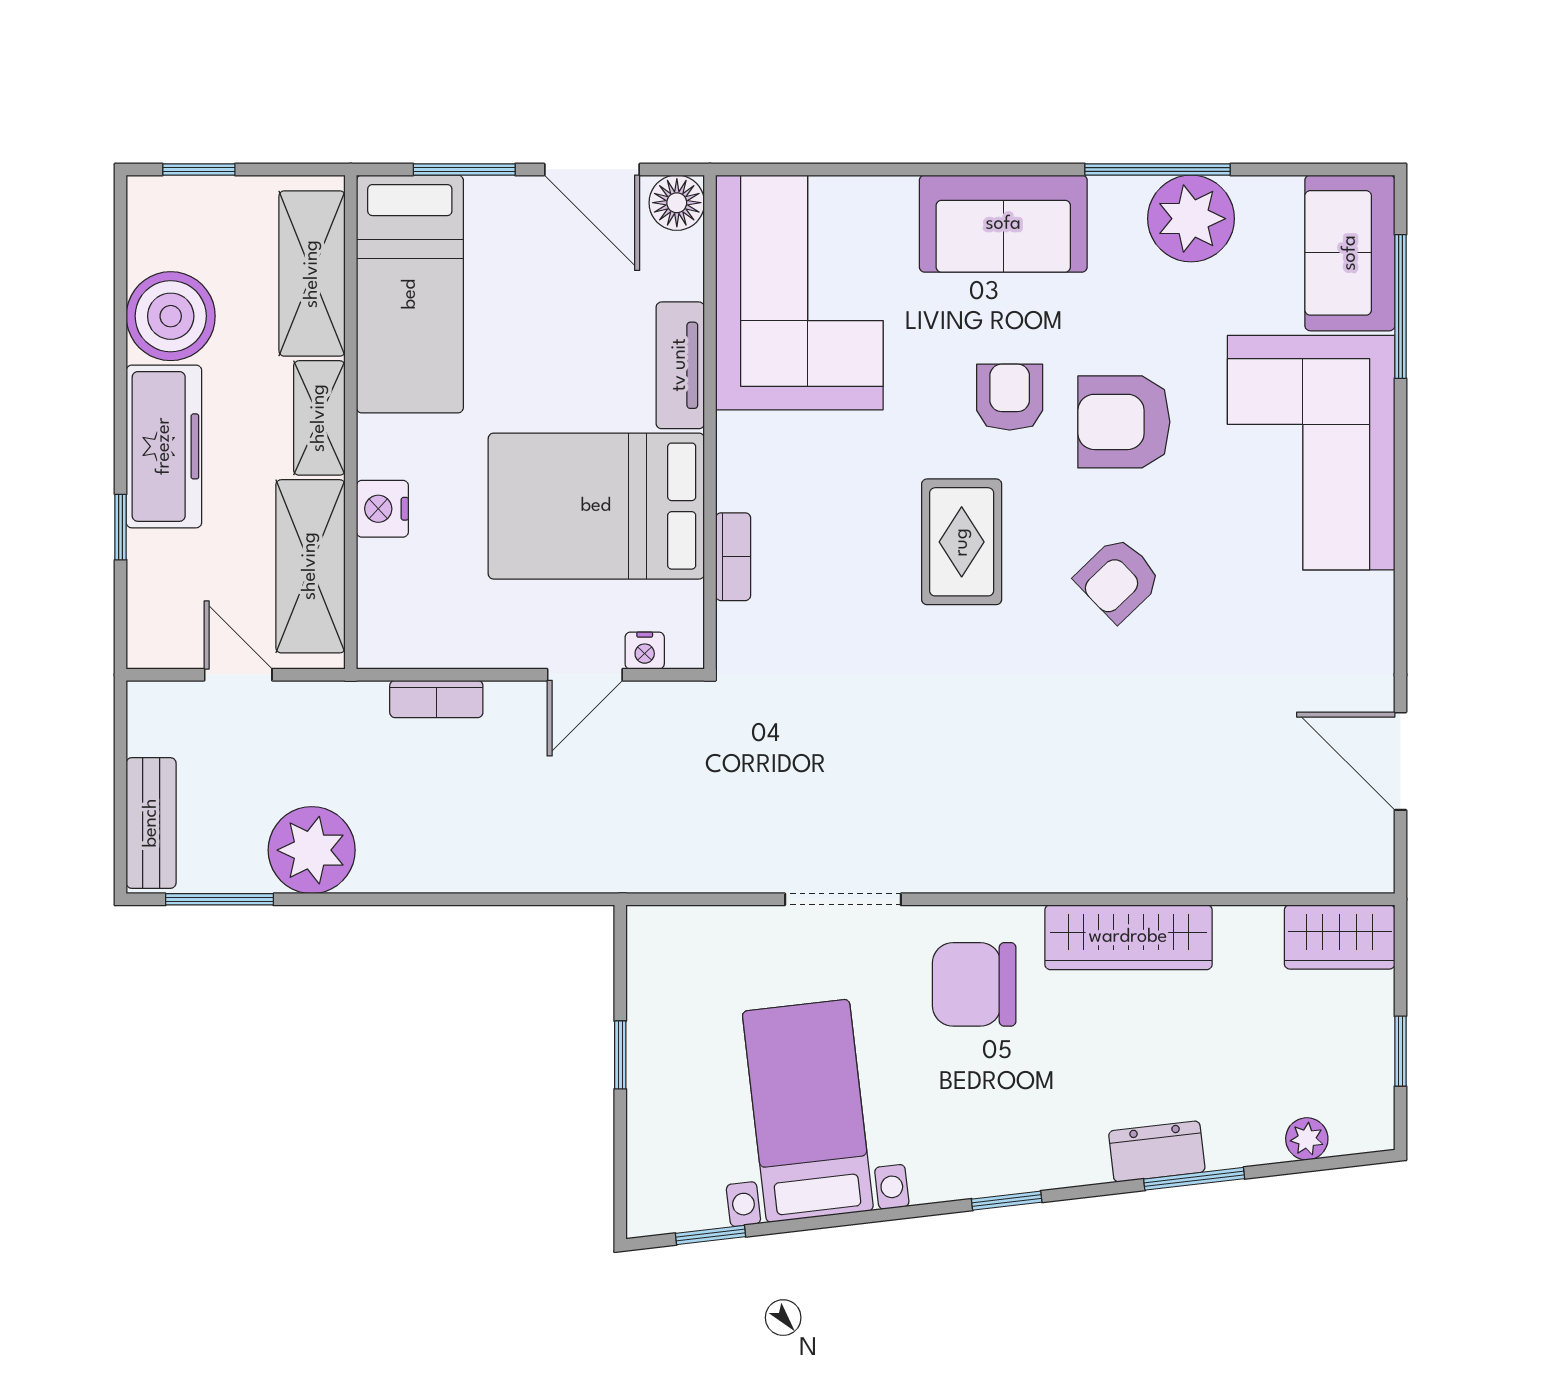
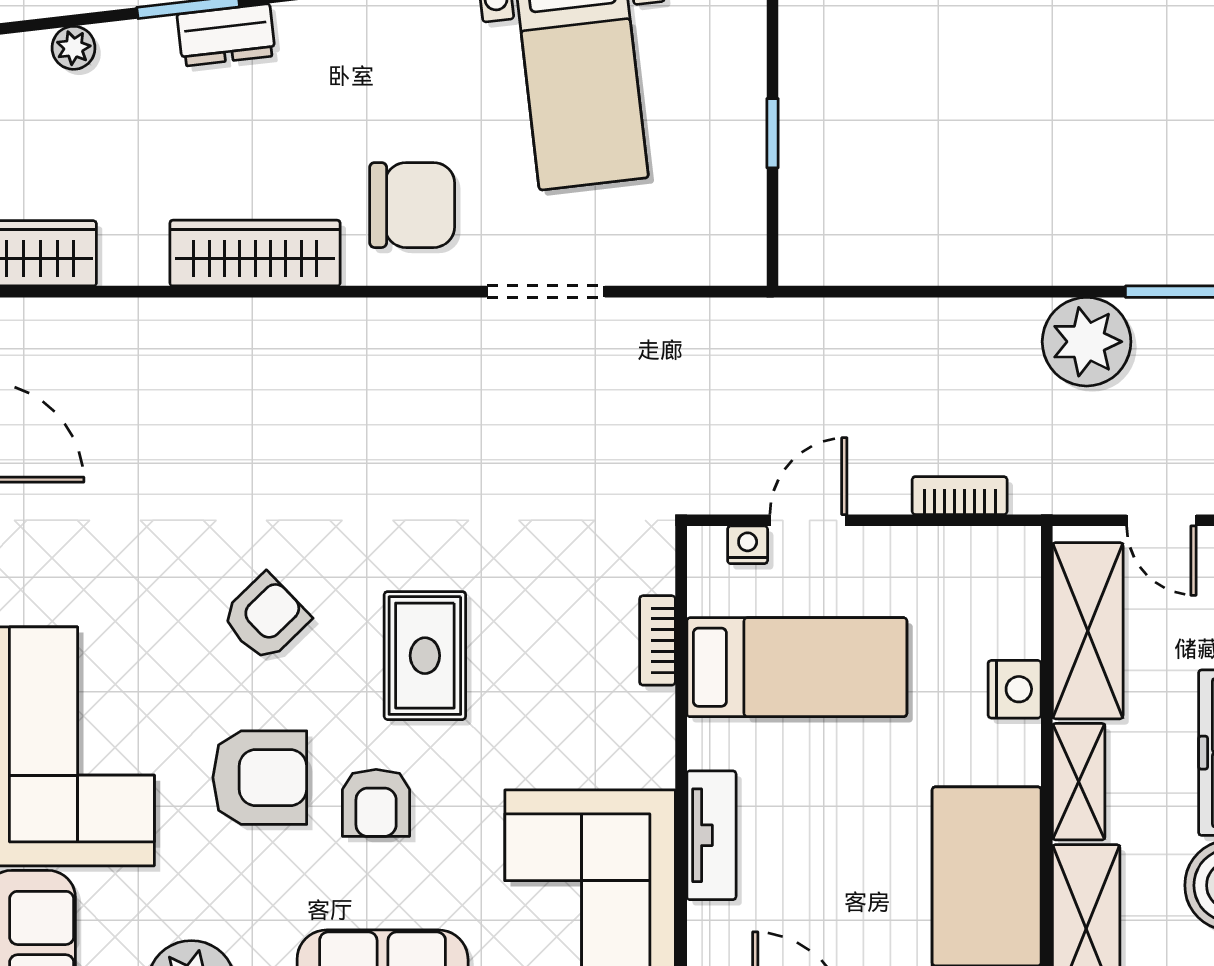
bed: (596, 506) -> (797, 667), width x0.67

